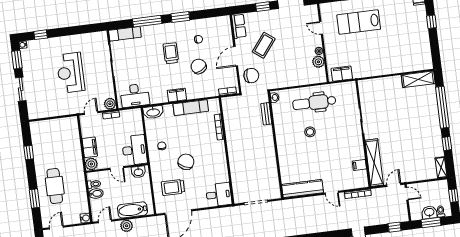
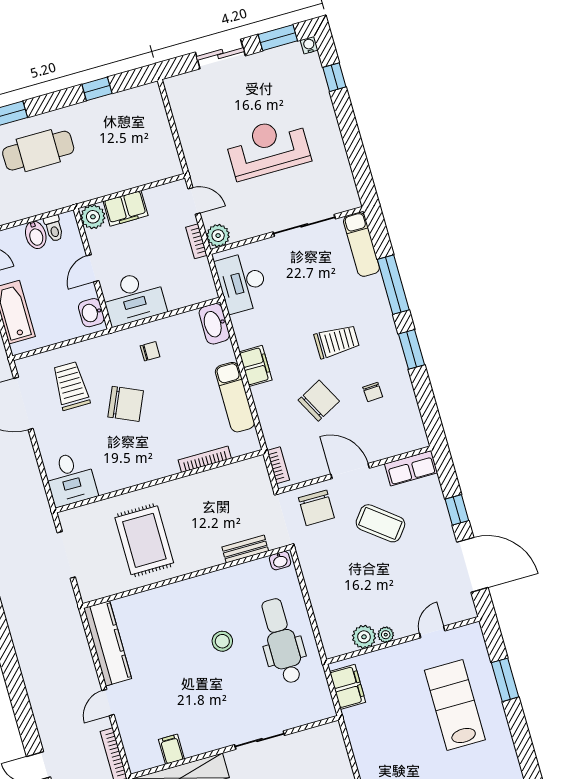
rug: (254, 163) -> (144, 540), added

